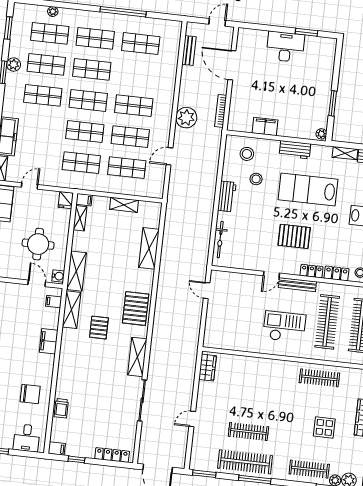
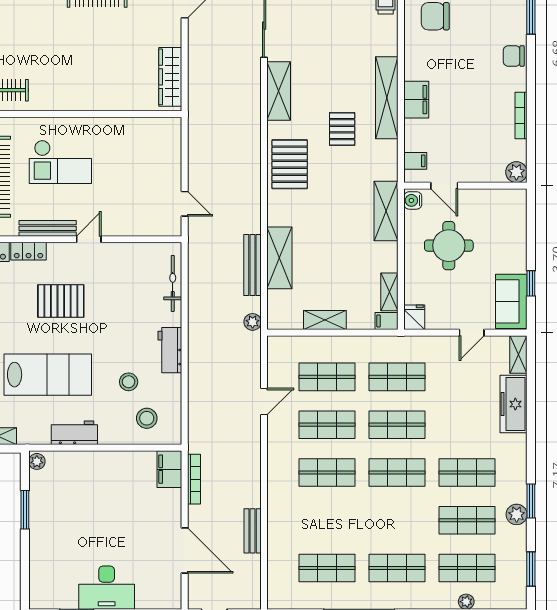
bench: (189, 50) -> (253, 531), moved
shop shelf: (92, 69) -> (397, 520), removed
plant: (186, 118) -> (253, 322), moved, width x0.53, depth x0.53
filing cabinet: (265, 127) -> (169, 469), moved, turned 90
bench: (167, 246) -> (252, 265), added
shelving: (72, 310) -> (387, 98), moved, width x1.47
wardrobe: (207, 368) -> (170, 77), width x1.50

